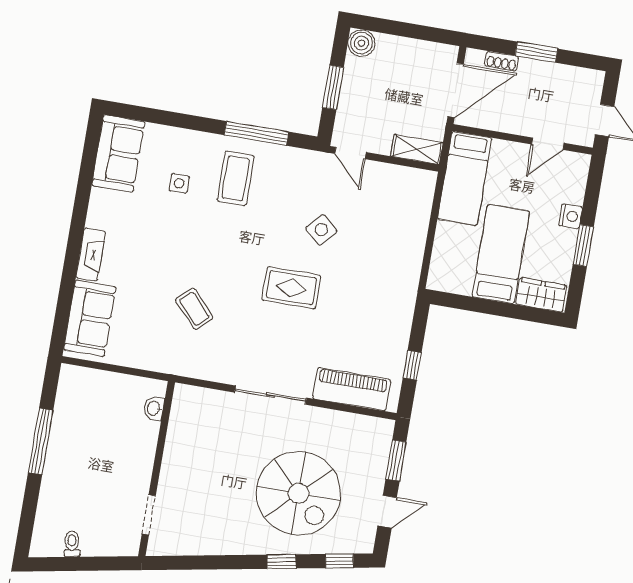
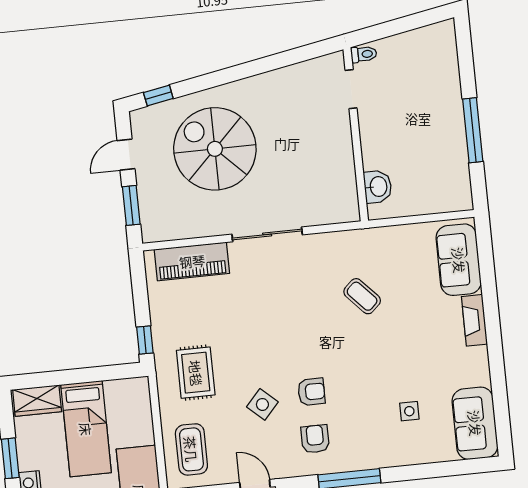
coffee table: (236, 178) -> (191, 449), moved
armchair: (279, 182) -> (315, 439), added
armchair: (270, 229) -> (311, 392), added
rug: (291, 288) -> (196, 373), moved, turned 90
window: (412, 365) -> (145, 340), moved
washbasin: (154, 408) -> (378, 187), width x1.38, depth x1.45
toilet: (72, 544) -> (364, 54), moved, turned -80
window: (281, 562) -> (213, 80), removed

